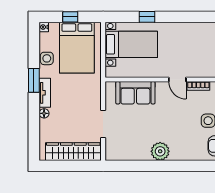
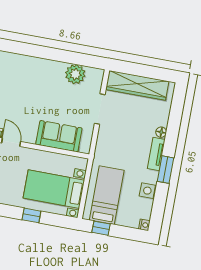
window: (70, 17) -> (101, 228), moved
bed: (77, 48) -> (107, 195), width x0.67
plant: (160, 151) -> (75, 74), moved

